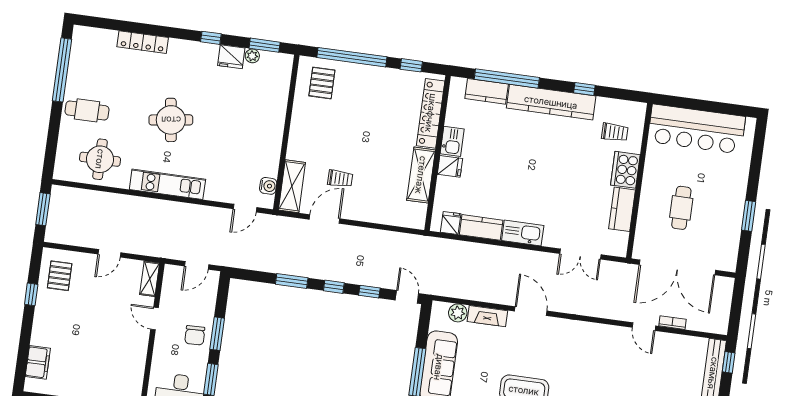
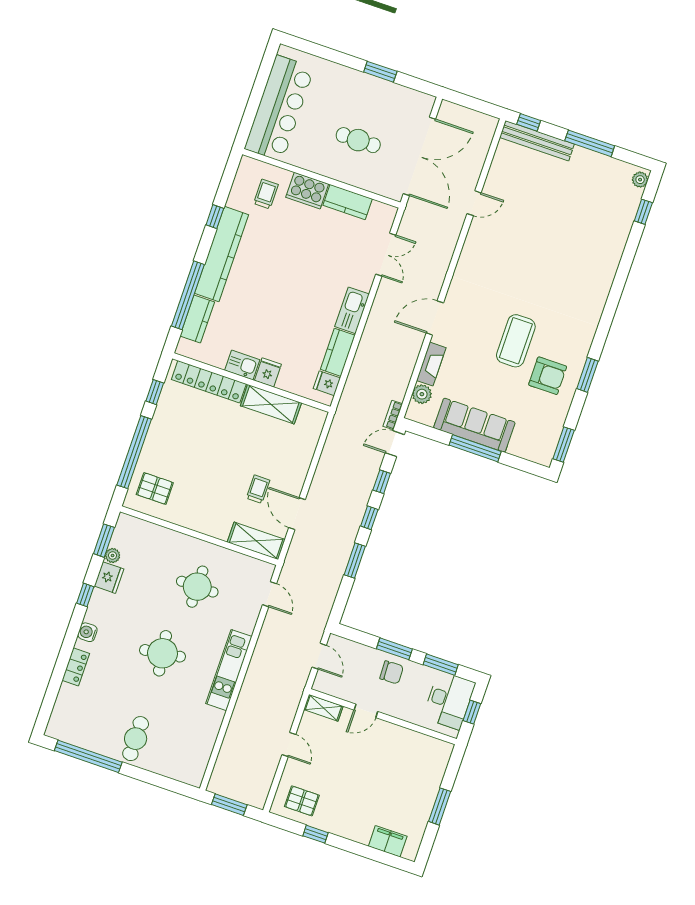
locker: (143, 42) -> (76, 667), width x0.66
round table: (100, 159) -> (197, 587), moved
water cooler: (268, 186) -> (87, 632), moved, turned -90
bookcase: (672, 323) -> (393, 415), moved

